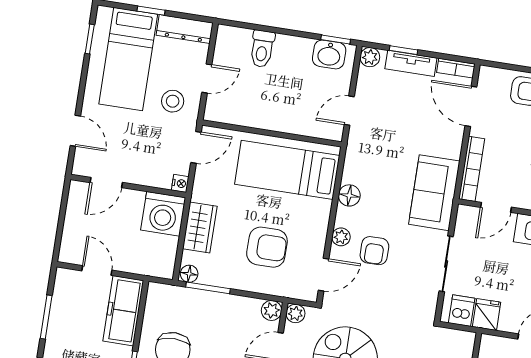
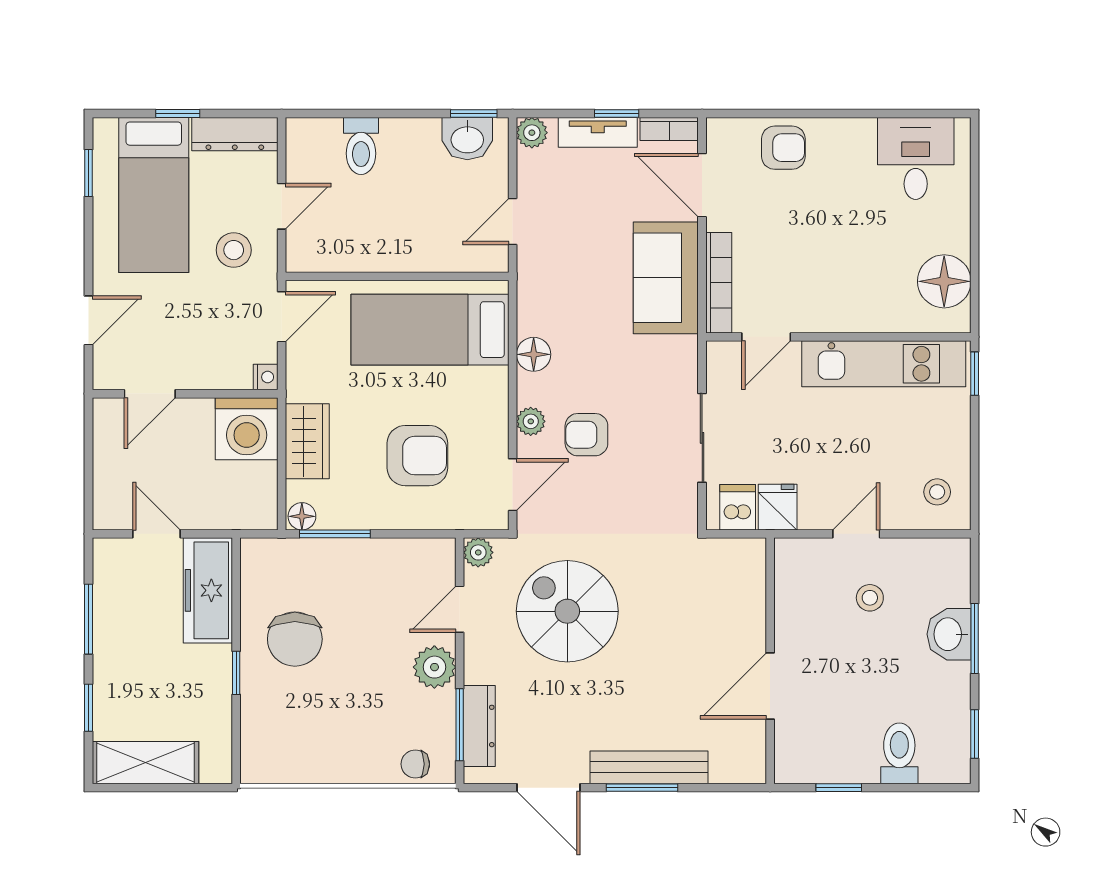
window: (403, 50) -> (617, 113), moved
door: (75, 131) -> (89, 320), hinge flipped
sofa: (434, 193) -> (666, 278), moved
armchair: (374, 251) -> (586, 435), turned 90
plant: (271, 310) -> (440, 554), removed

